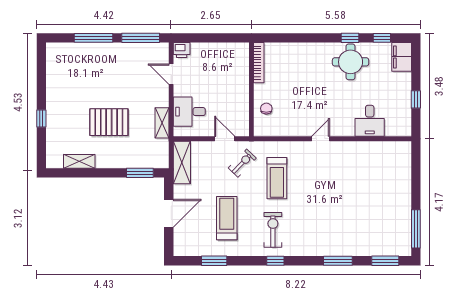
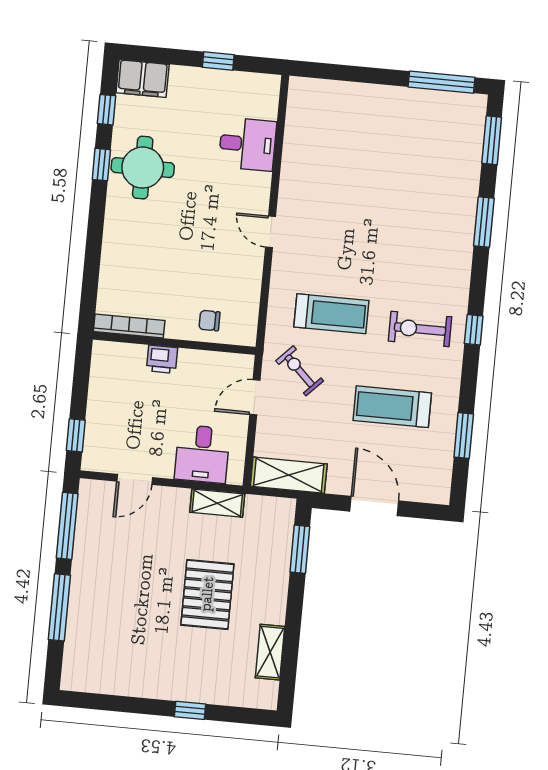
window: (193, 38) -> (76, 435), added
printer: (182, 50) -> (162, 359), moved, turned 90

